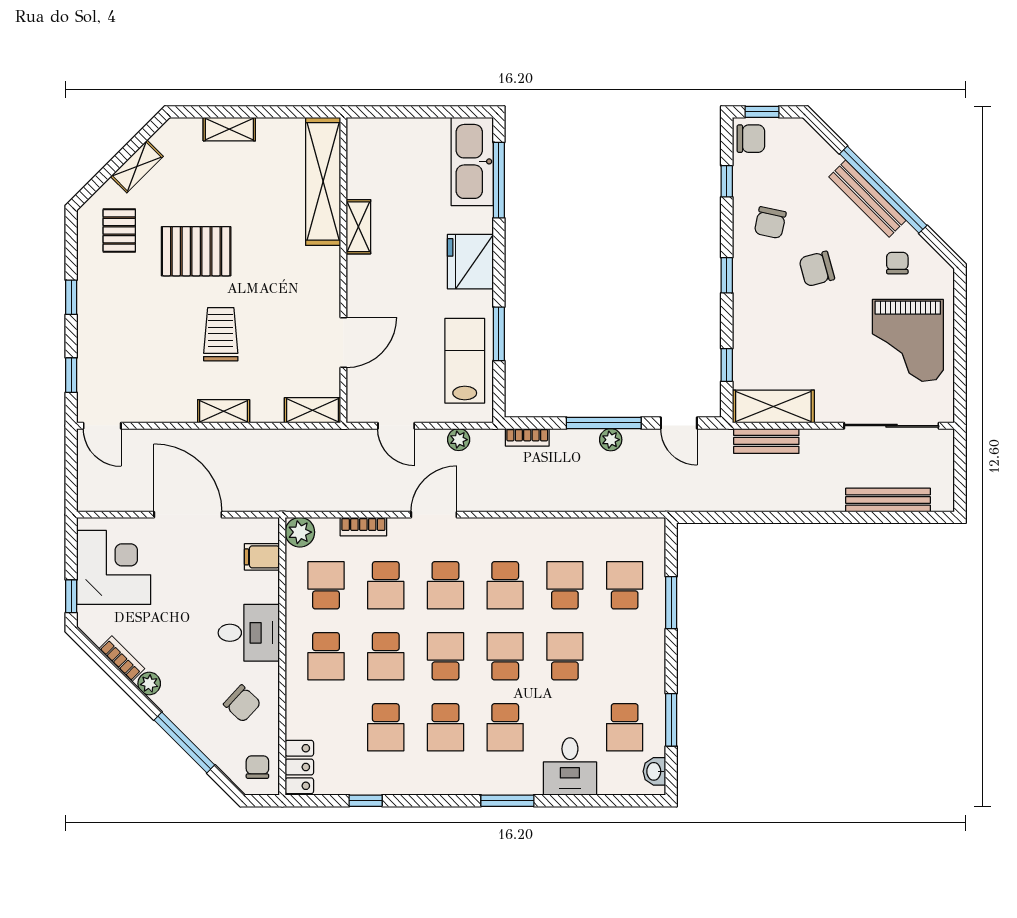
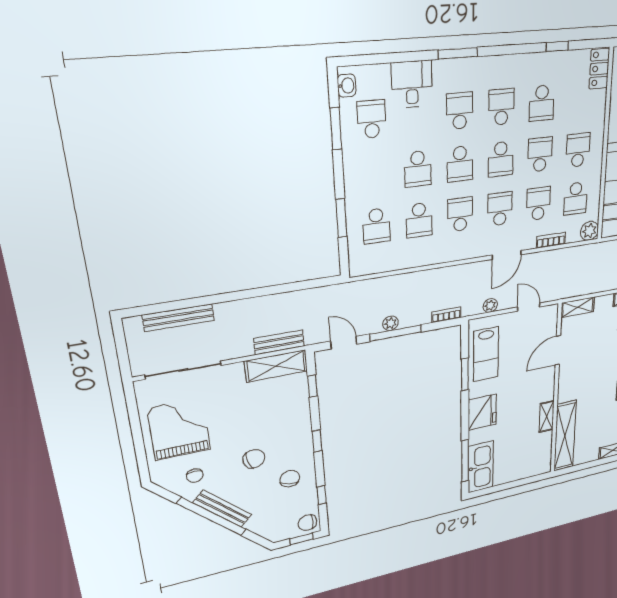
school desk: (386, 727) -> (542, 103), turned 180

